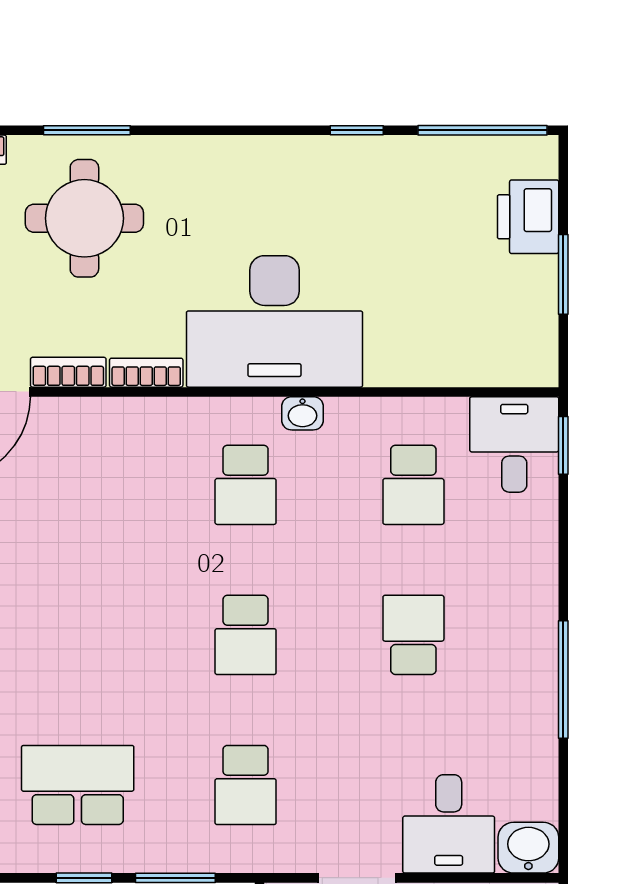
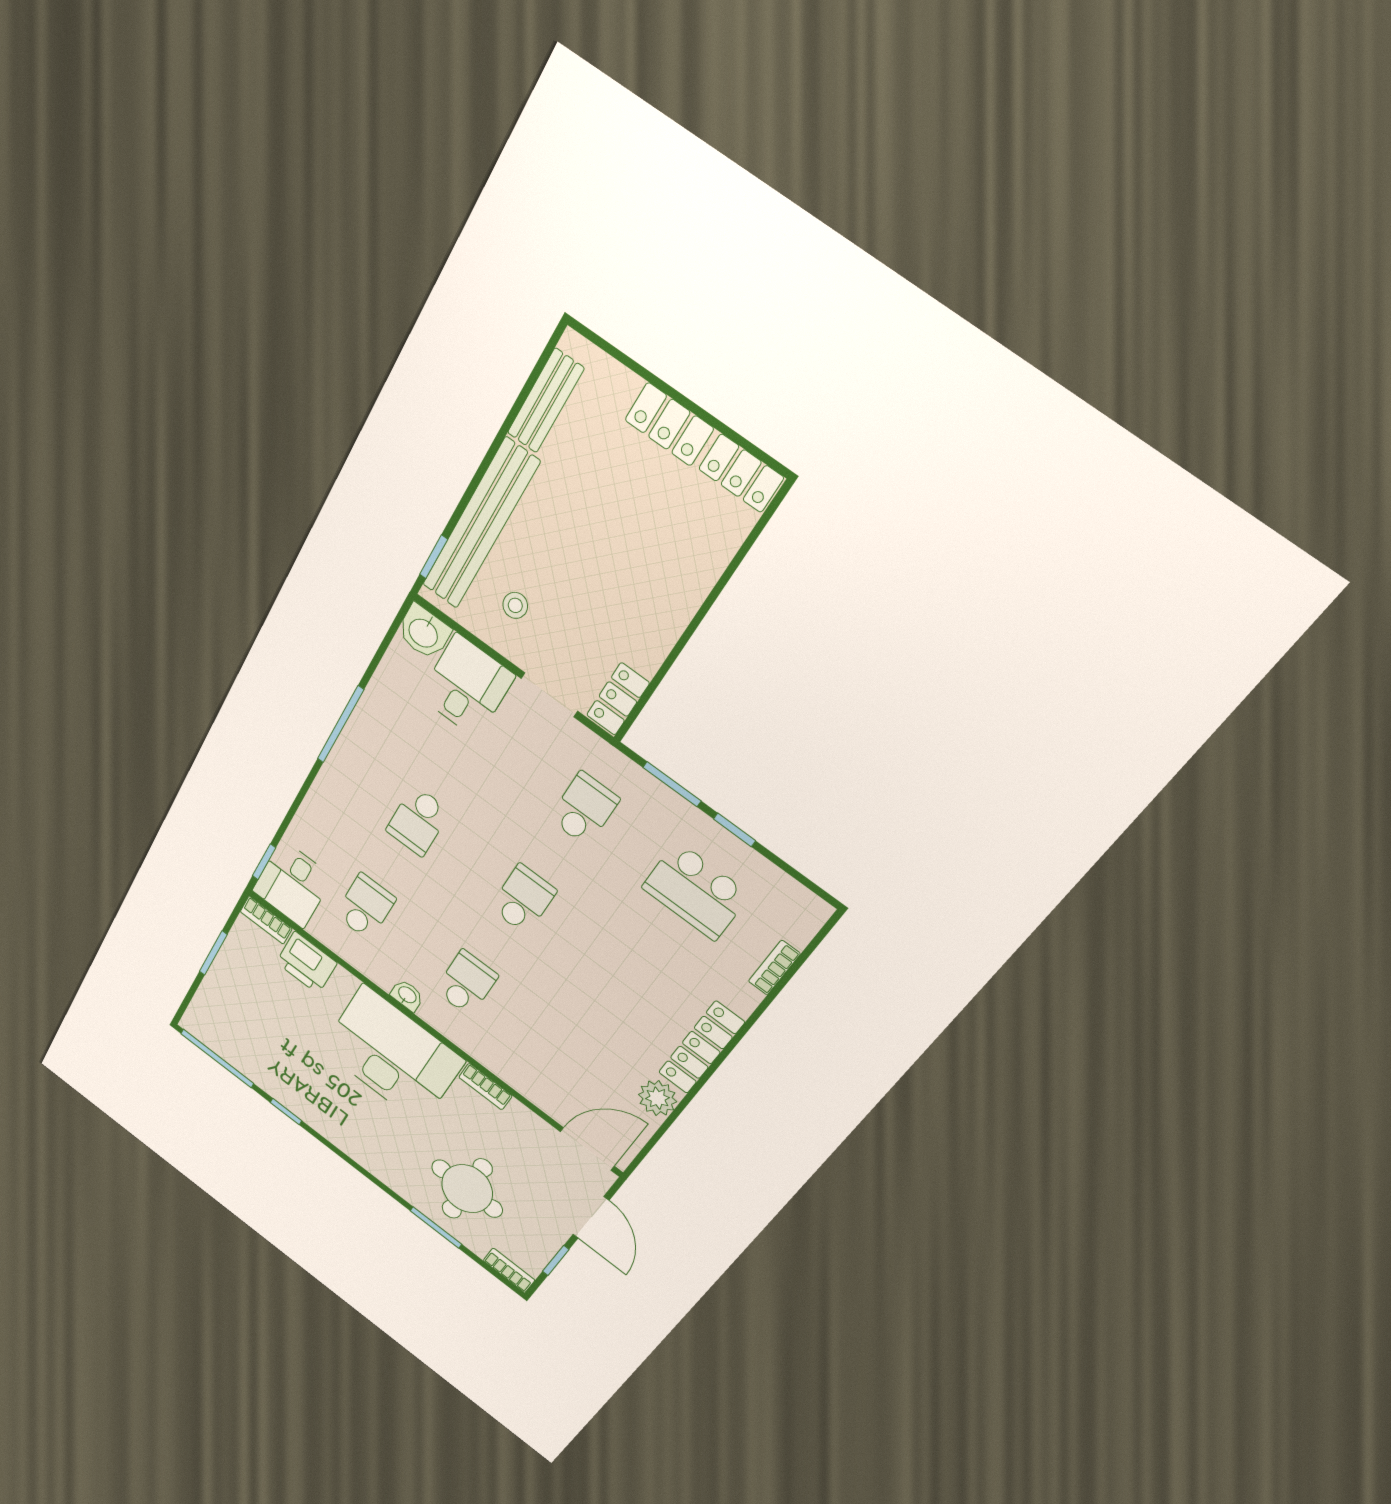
printer: (528, 217) -> (306, 963), moved, turned 90
bookcase: (68, 372) -> (266, 920), moved

